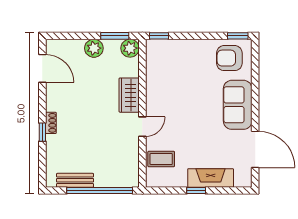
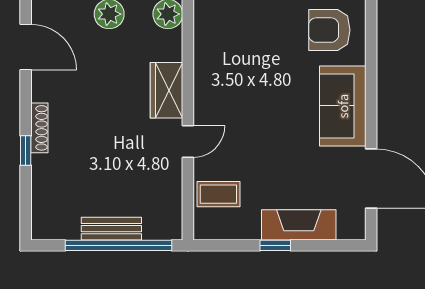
shoe rack: (51, 123) -> (39, 128), width x1.43
bench: (75, 180) -> (111, 229), moved

